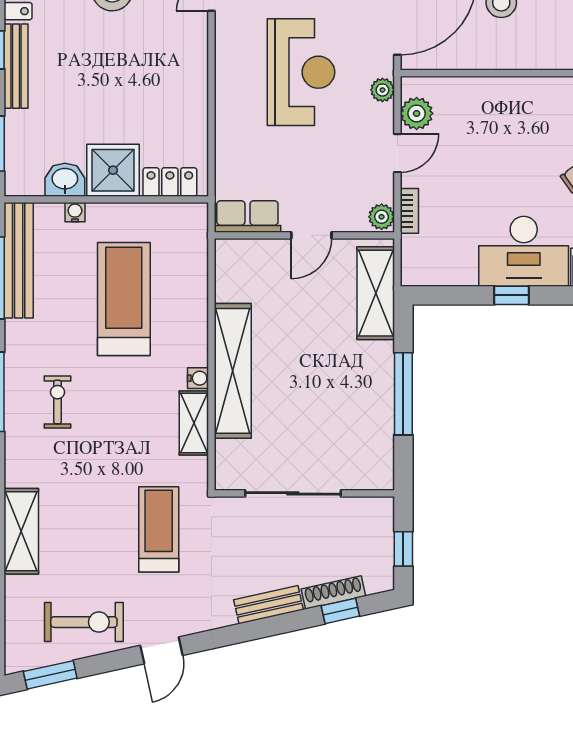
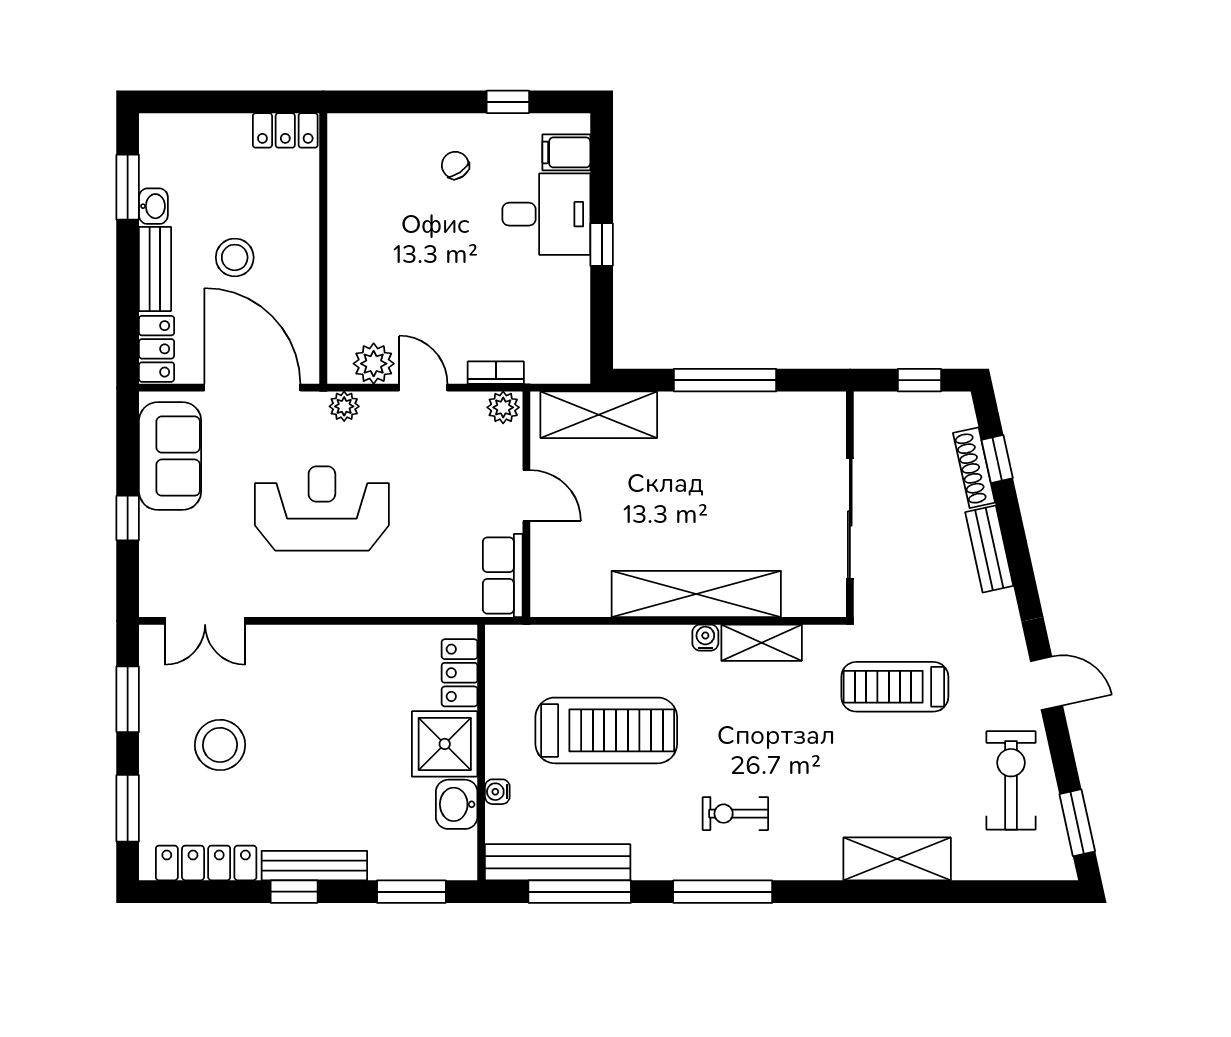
desk: (524, 251) -> (546, 214), width x0.73
treadmill: (124, 299) -> (606, 730), turned 180

